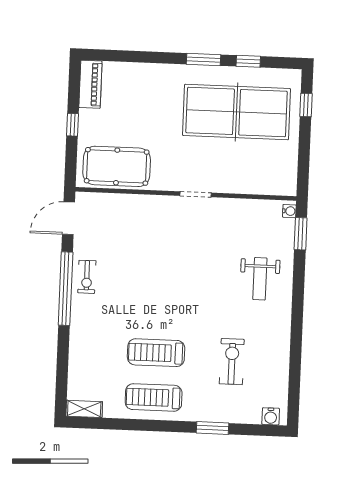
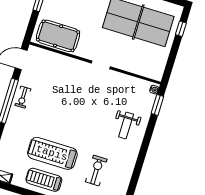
treadmill: (156, 353) -> (52, 153), width x1.37, depth x1.38

